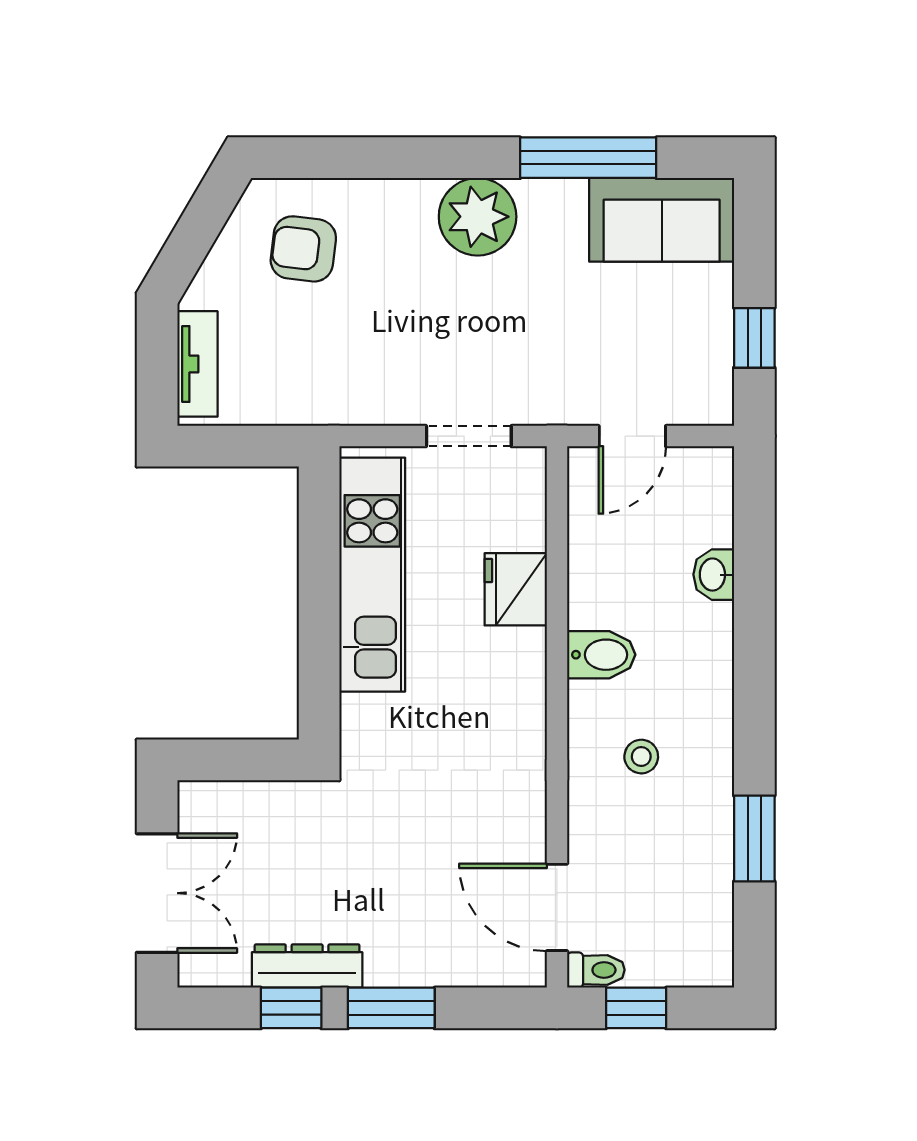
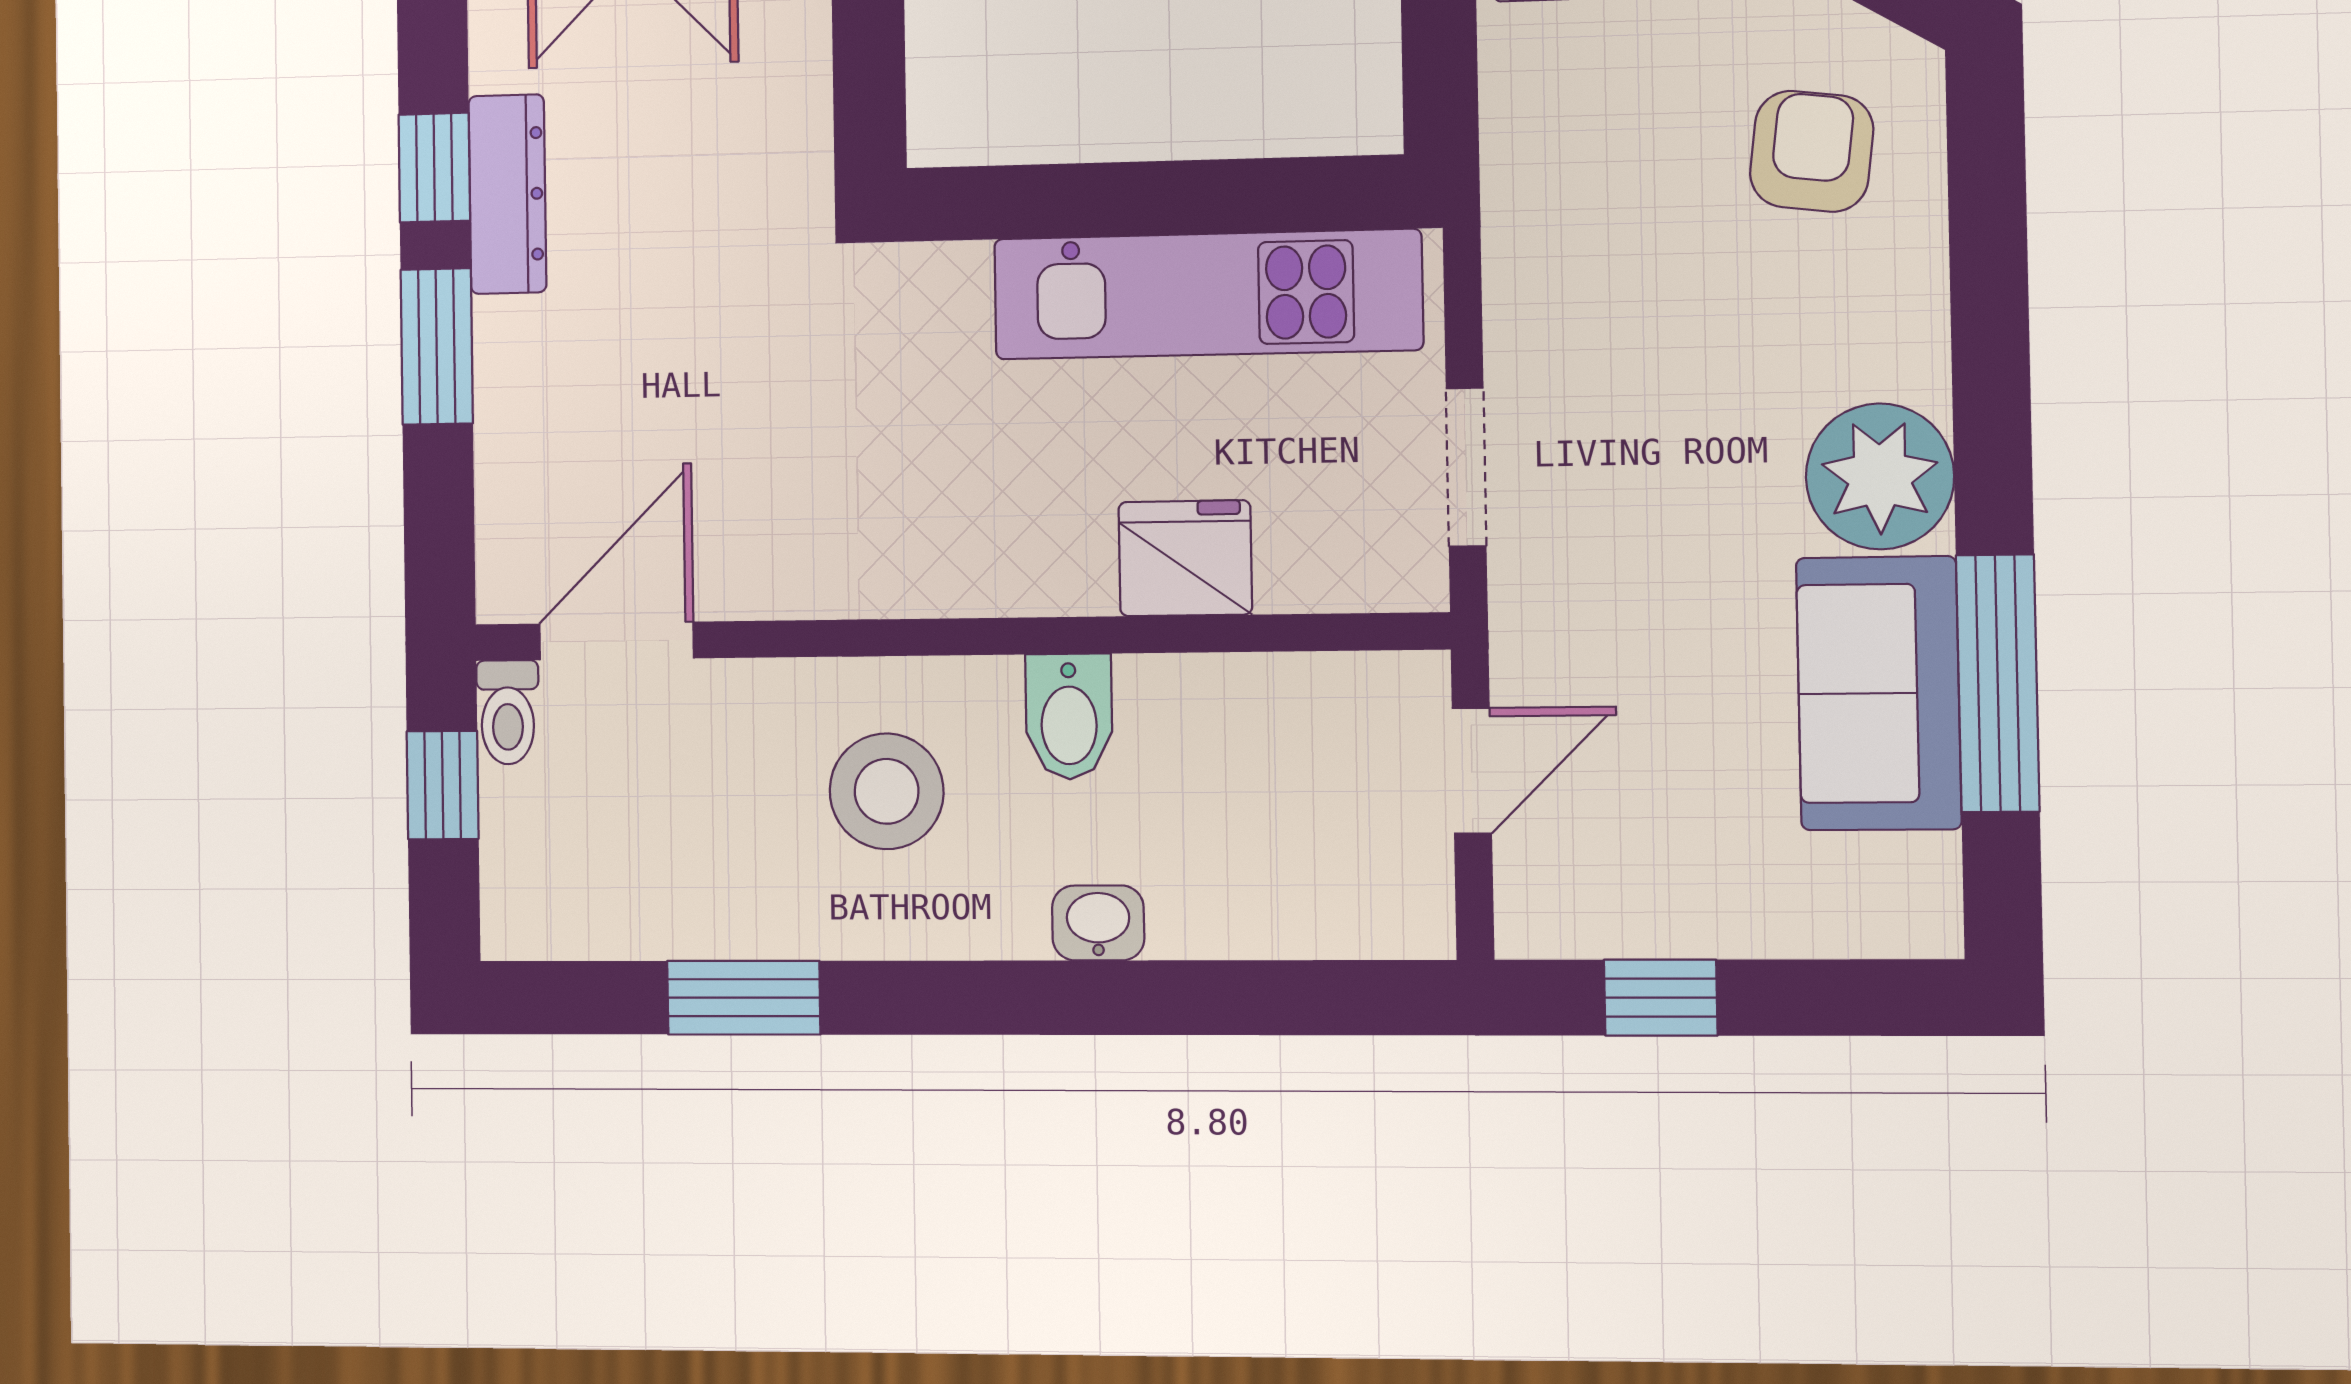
sofa: (662, 220) -> (1879, 693), moved
door: (632, 436) -> (1472, 771), swing flipped
washbasin: (714, 575) -> (1098, 923), moved
stool: (641, 757) -> (887, 791), width x1.89, depth x1.89

